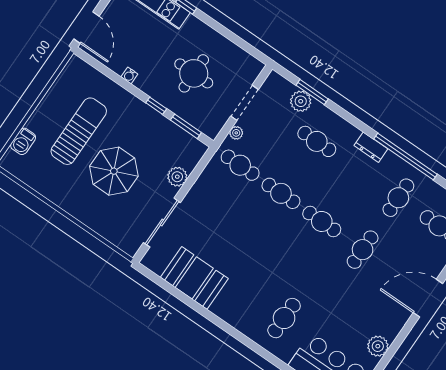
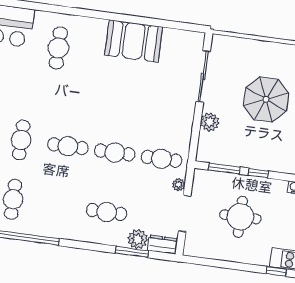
dresser: (371, 147) -> (163, 245), moved
booth: (194, 278) -> (134, 41), moved

